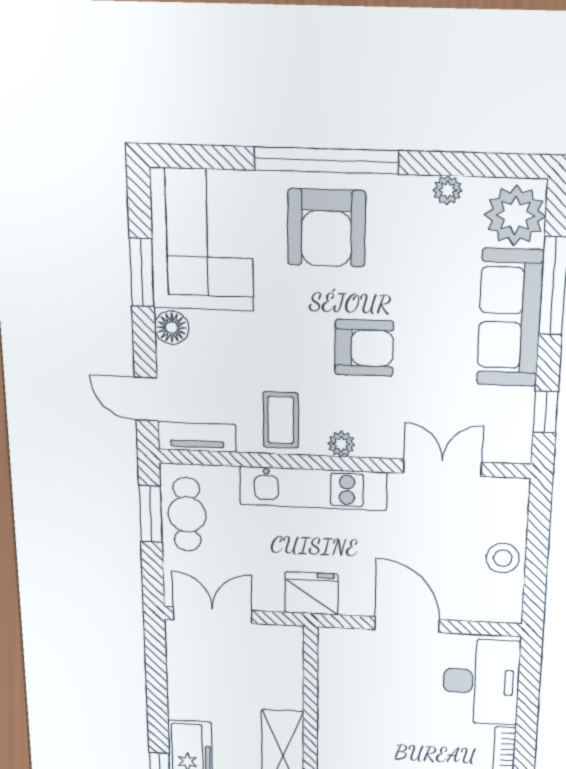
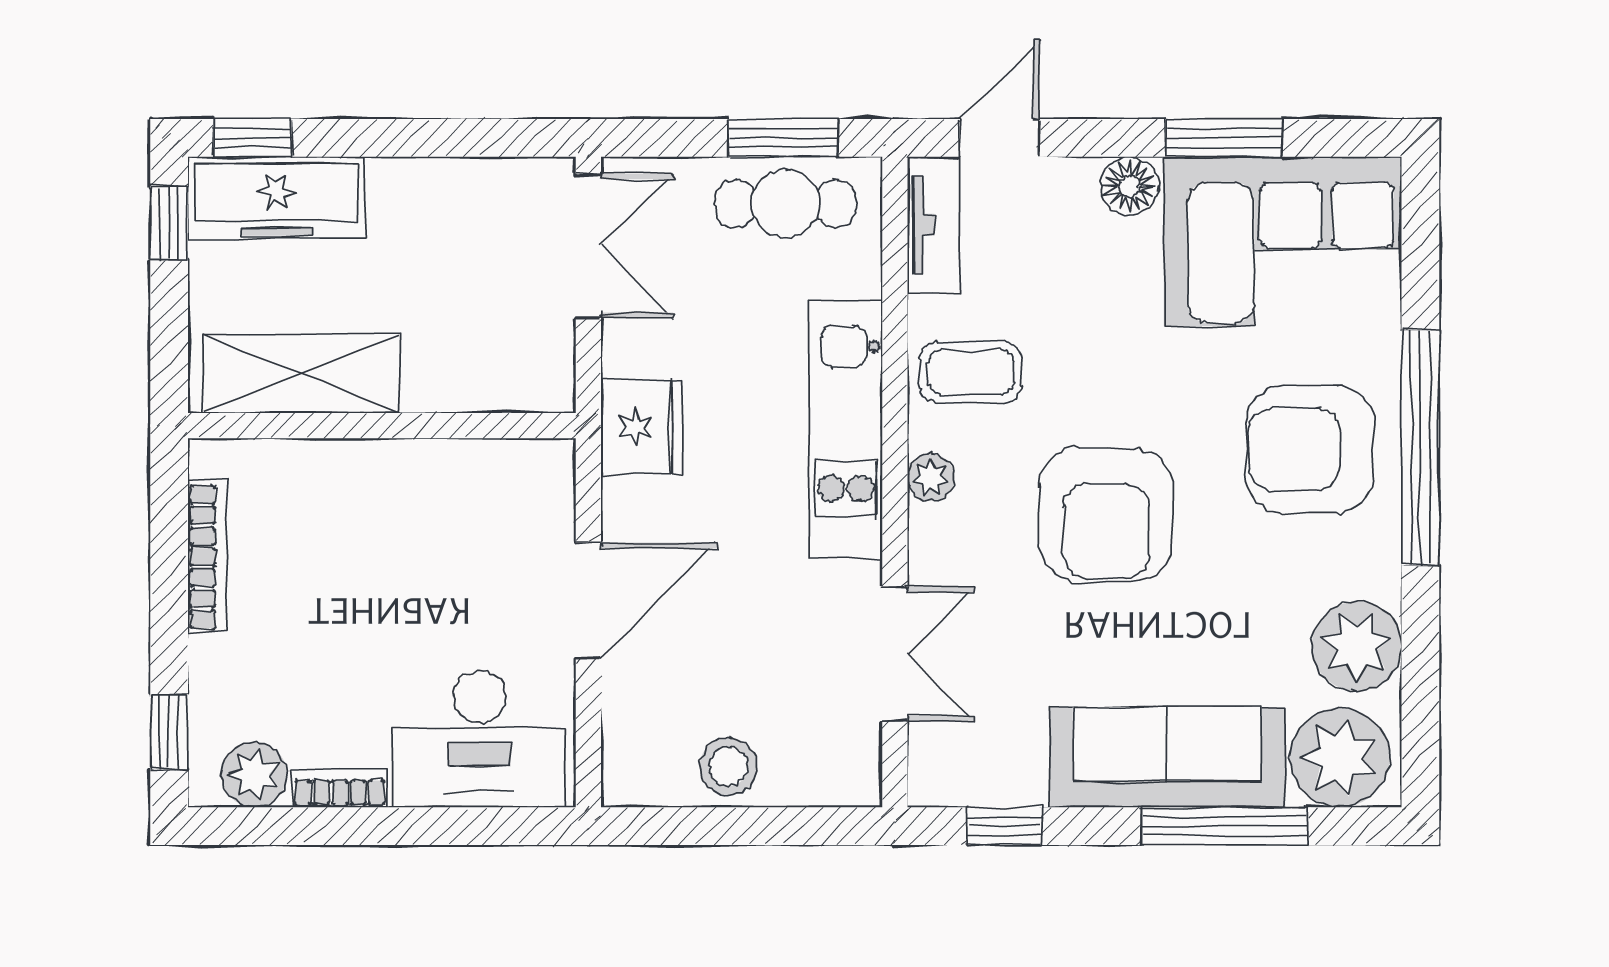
plant: (448, 190) -> (1357, 646), width x1.88, depth x1.88
armchair: (364, 348) -> (1106, 515), width x1.36, depth x1.36

